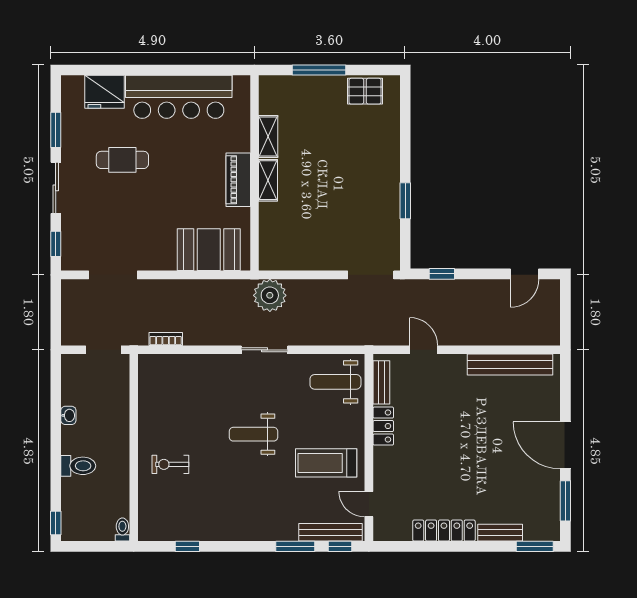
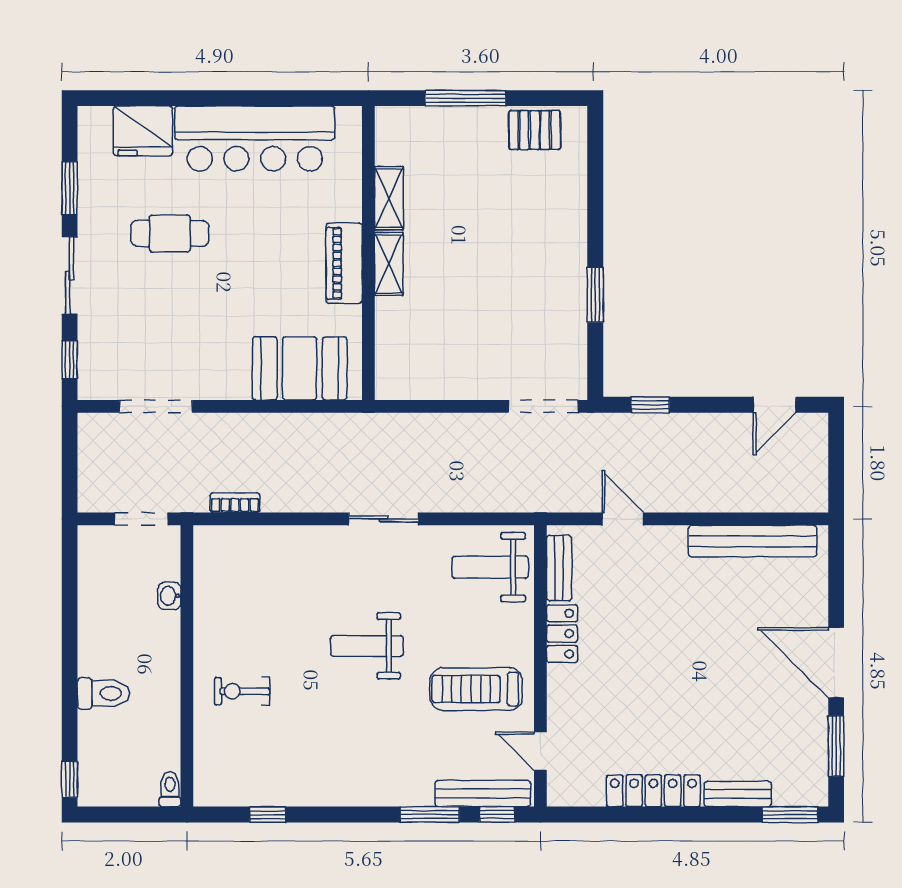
plant: (270, 295) -> (392, 437), removed
washbasin: (68, 415) -> (169, 596), moved, turned 180

